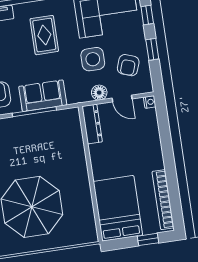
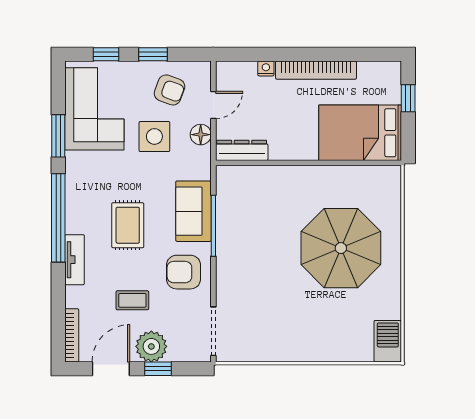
rug: (44, 35) -> (128, 225), moved, turned 90
nightstand: (150, 102) -> (266, 68), moved
bookcase: (163, 200) -> (316, 70), moved

